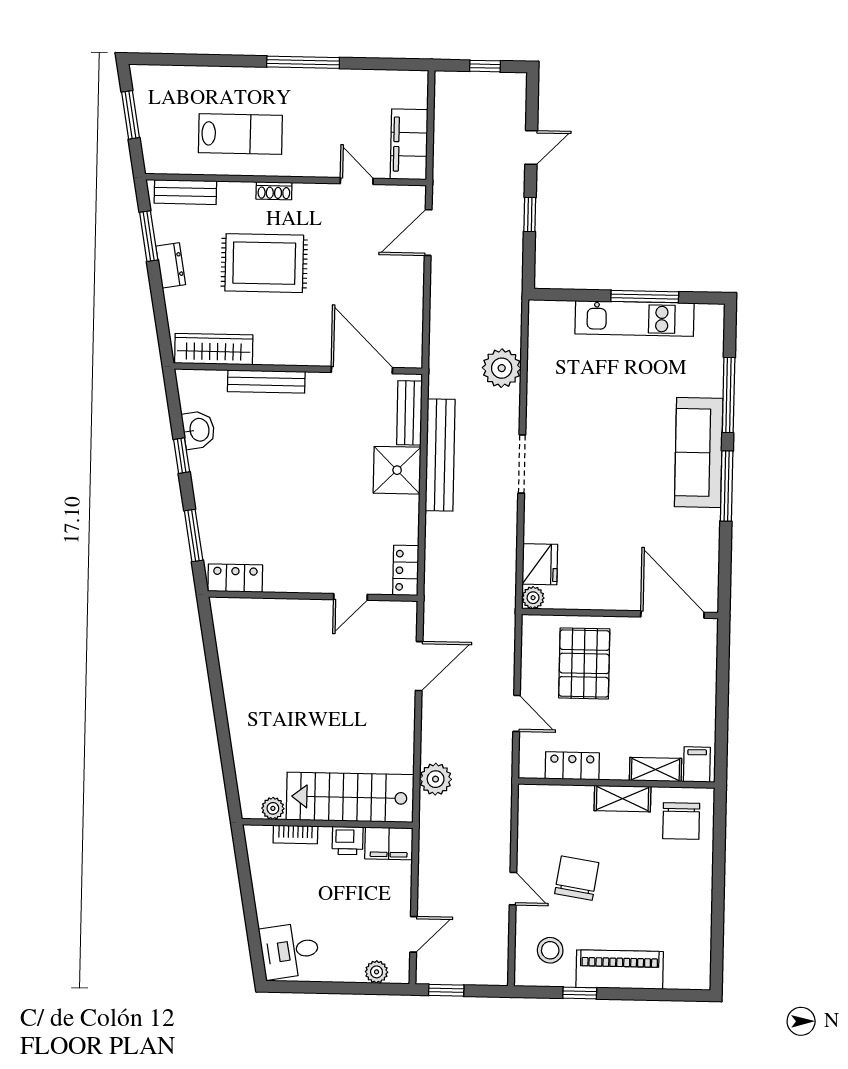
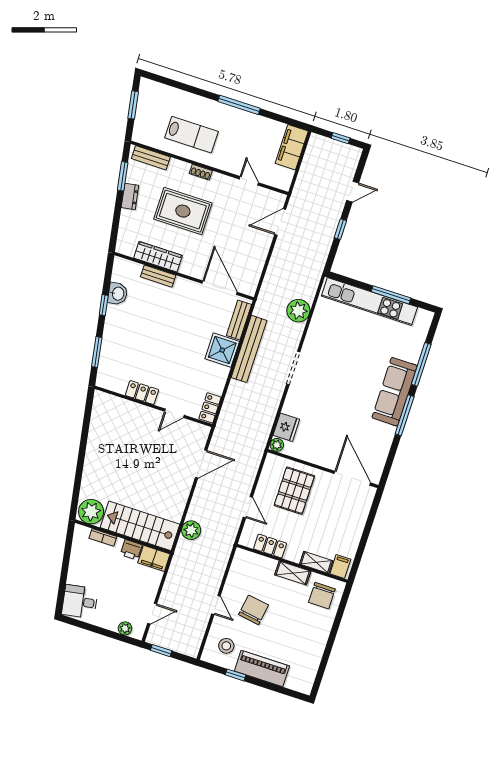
filing cabinet: (409, 144) -> (292, 147), moved
kitchen unit: (635, 318) -> (369, 301), width x1.36
wardrobe: (214, 349) -> (158, 257), moved
bench: (266, 382) -> (158, 276), width x0.73
locker: (235, 578) -> (142, 393), moved
plant: (273, 808) -> (91, 512), width x1.88, depth x1.88

